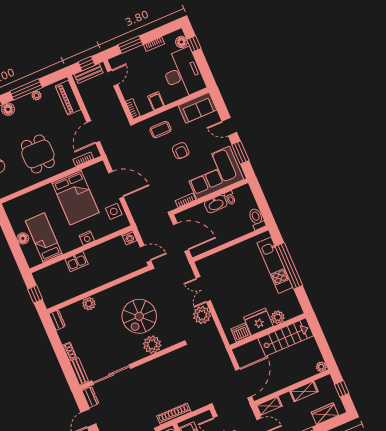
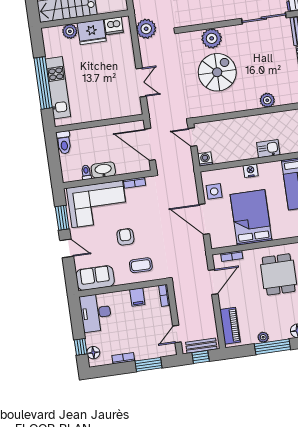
desk: (183, 73) -> (96, 313), width x0.73, depth x0.77
plant: (202, 315) -> (146, 29), moved

